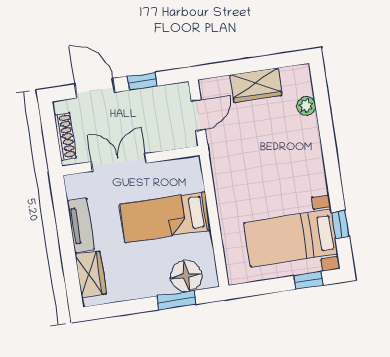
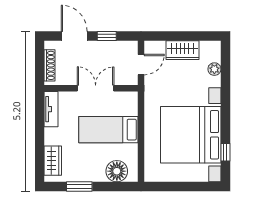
double door: (119, 162) -> (96, 88), moved
tv unit: (81, 225) -> (51, 109), moved
bed with nightstands: (291, 238) -> (191, 135), width x1.85
window: (308, 280) -> (198, 187), removed
window: (176, 300) -> (79, 187), moved

